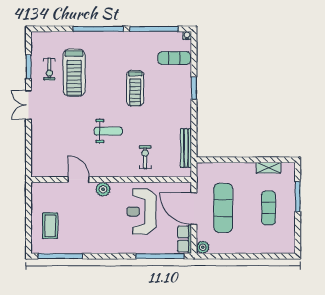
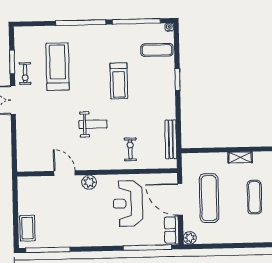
exercise bike: (49, 69) -> (25, 73), moved
treadmill: (74, 73) -> (58, 67), turned 180
shelving: (268, 168) -> (240, 157), moved
coffee table: (50, 226) -> (27, 228), moved

